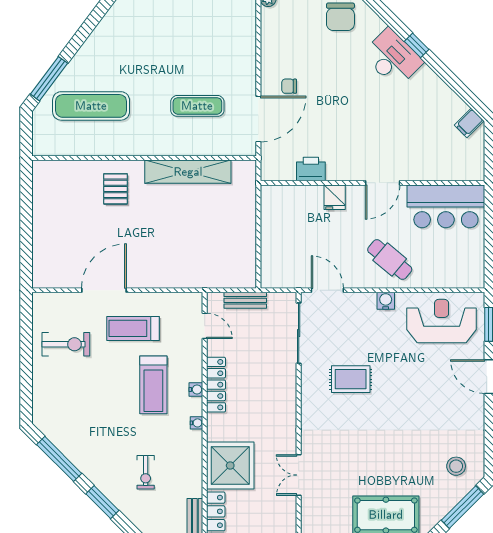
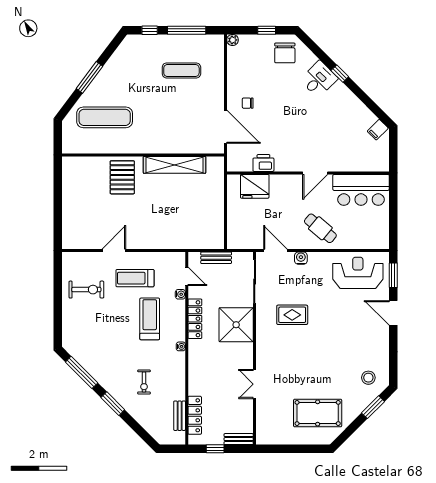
desk: (393, 58) -> (319, 79), width x0.73
window: (49, 79) -> (89, 77), moved
exercise mat: (197, 106) -> (181, 70), moved
door: (258, 119) -> (225, 127), hinge flipped
pallet: (115, 189) -> (122, 177), width x1.50, depth x1.42
fridge: (335, 197) -> (255, 186), moved, width x1.88, depth x1.34
door: (104, 290) -> (114, 251), width x0.73
water cooler: (386, 301) -> (301, 258), moved
treadmill: (153, 385) -> (150, 319), turned 180
water cooler: (196, 389) -> (180, 294), moved
shower: (230, 466) -> (236, 325), moved
window: (462, 507) -> (373, 407), width x0.69

